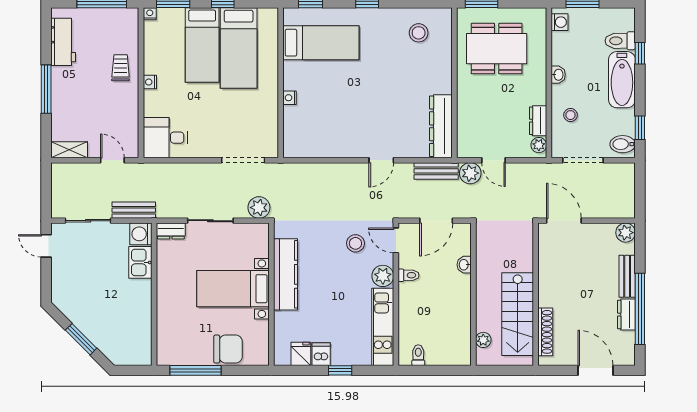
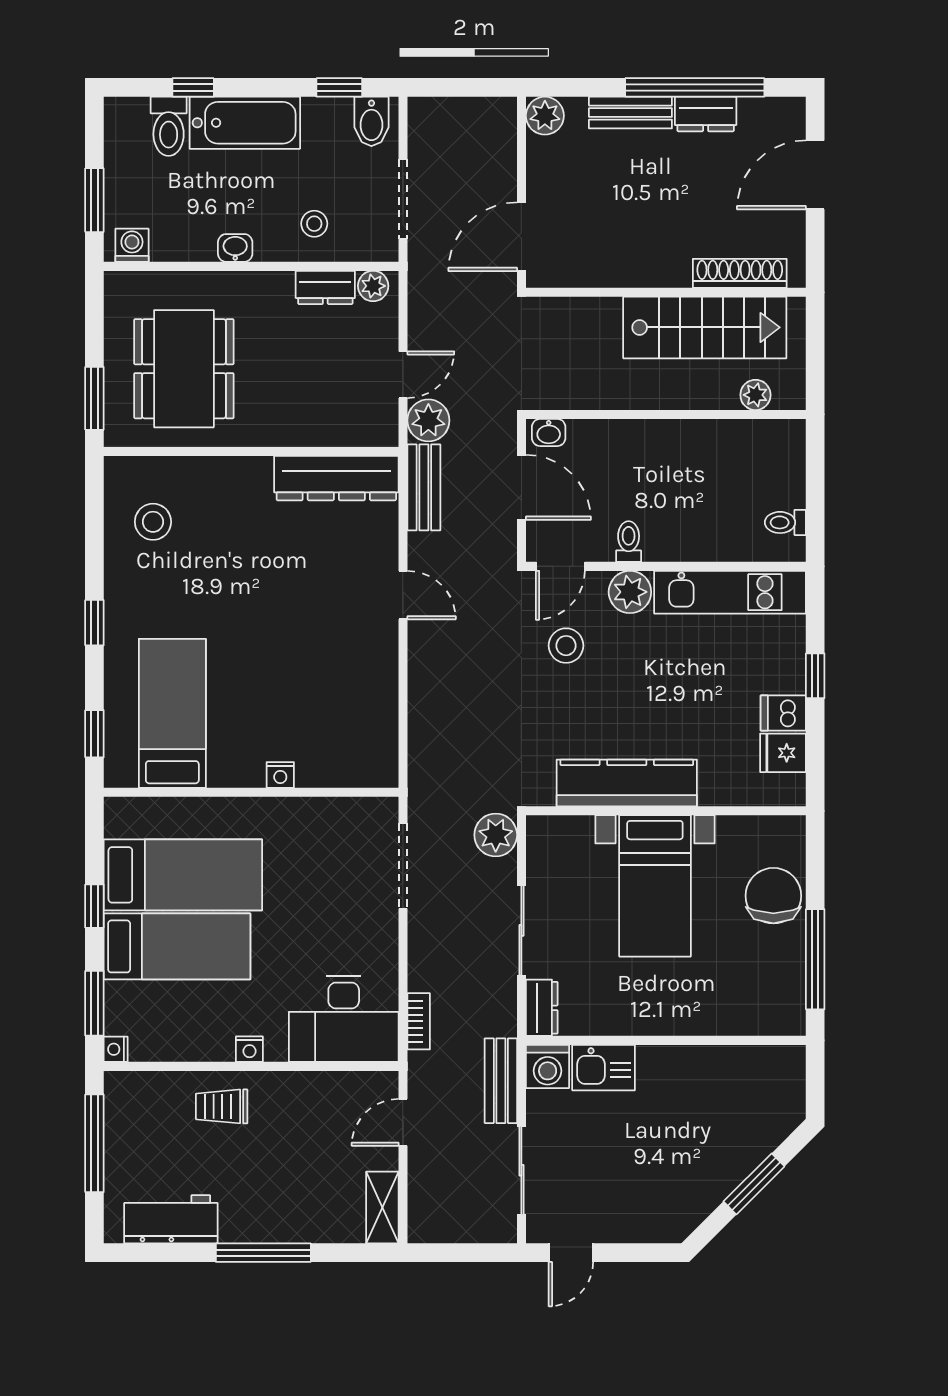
desk: (165, 138) -> (344, 1019), width x1.37
bookcase: (164, 168) -> (419, 1021), added
washbasin: (464, 265) -> (549, 432), moved

